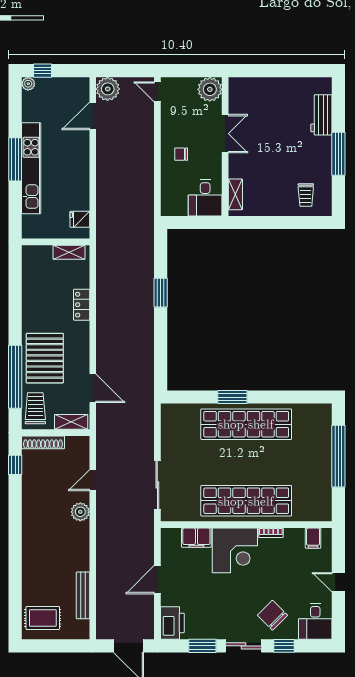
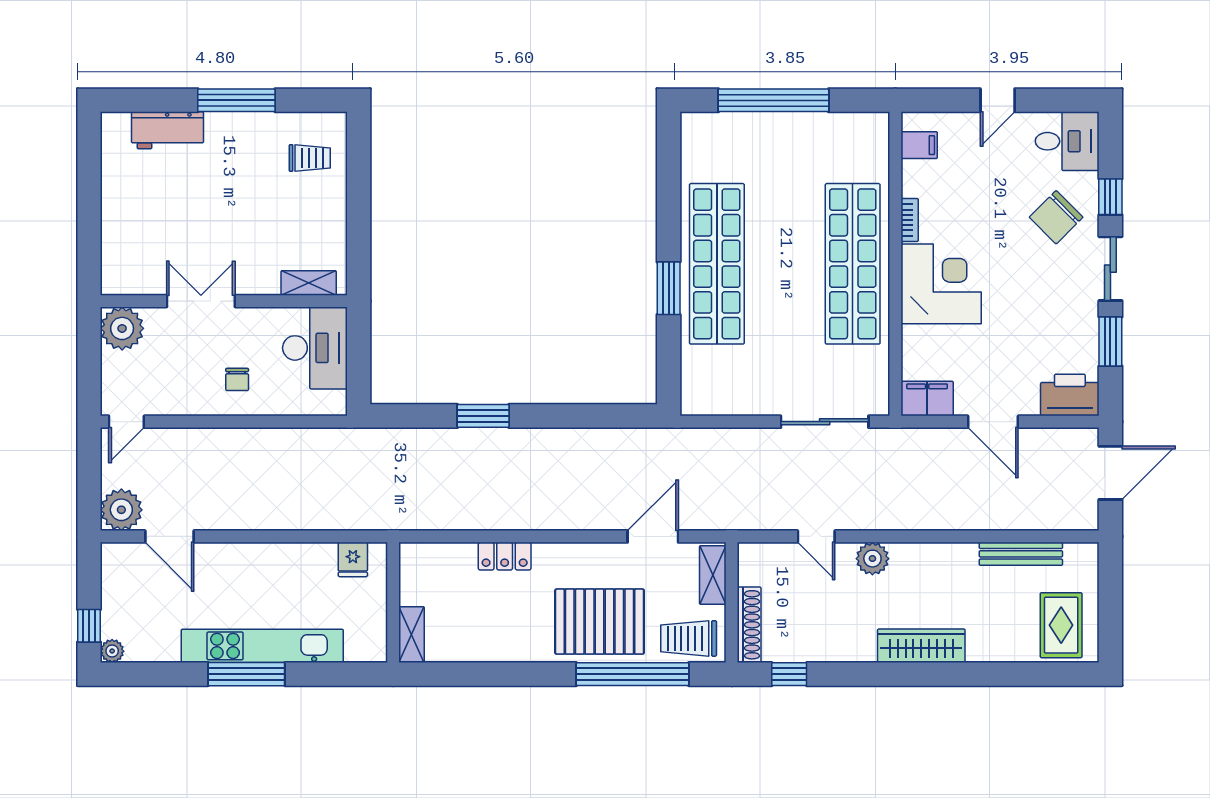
desk: (205, 198) -> (315, 348), width x1.37
shelving: (69, 252) -> (411, 635), moved
filing cabinet: (196, 538) -> (927, 399), moved, turned -90
wardrobe: (31, 539) -> (921, 646), added

